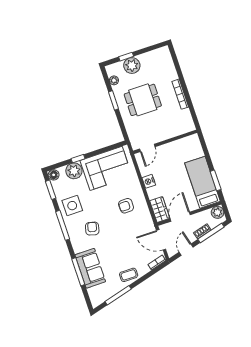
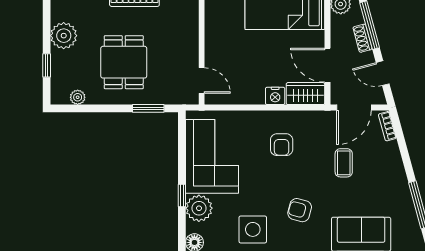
plant: (132, 66) -> (64, 36), moved
window: (114, 100) -> (148, 108), moved
nightstand: (149, 181) -> (275, 96), moved
coffee table: (129, 275) -> (344, 163), moved

